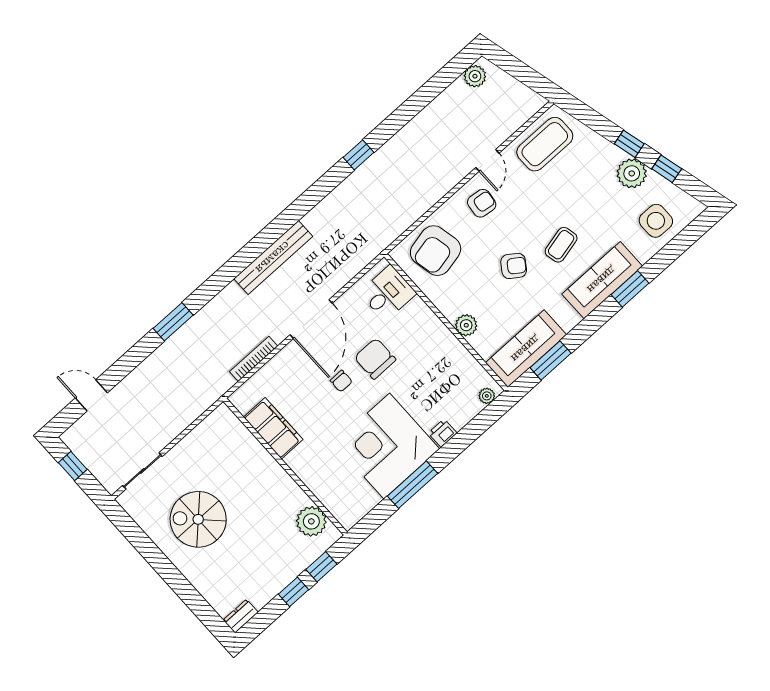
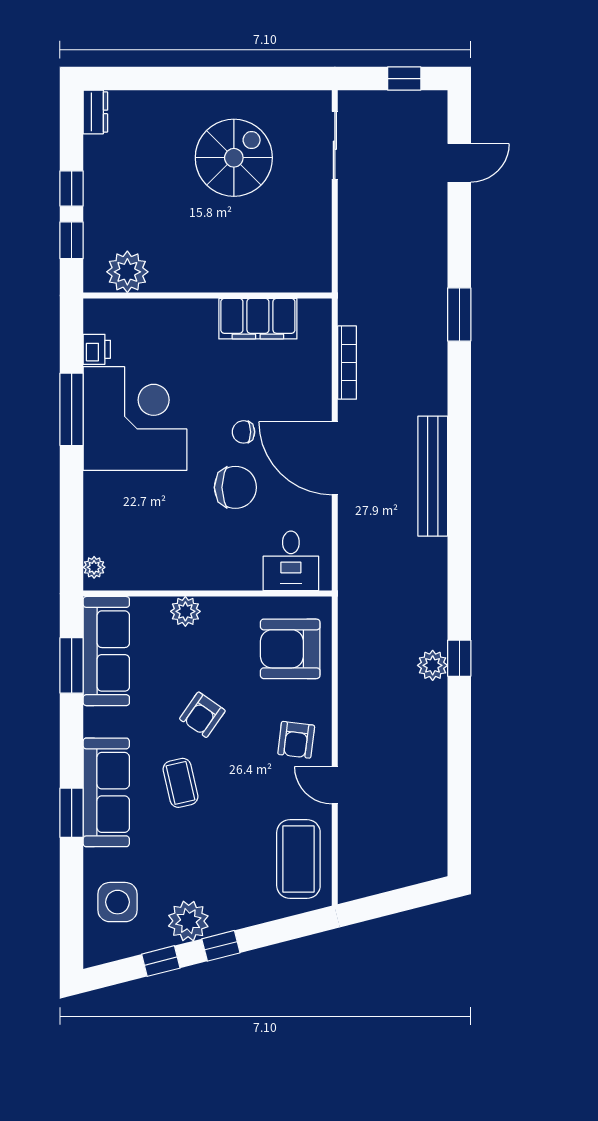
plant: (475, 76) -> (433, 665), moved
armchair: (436, 251) -> (290, 649), turned -78
printer: (443, 433) -> (97, 349), moved

